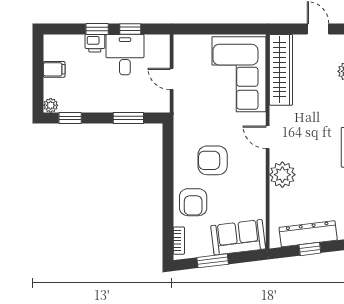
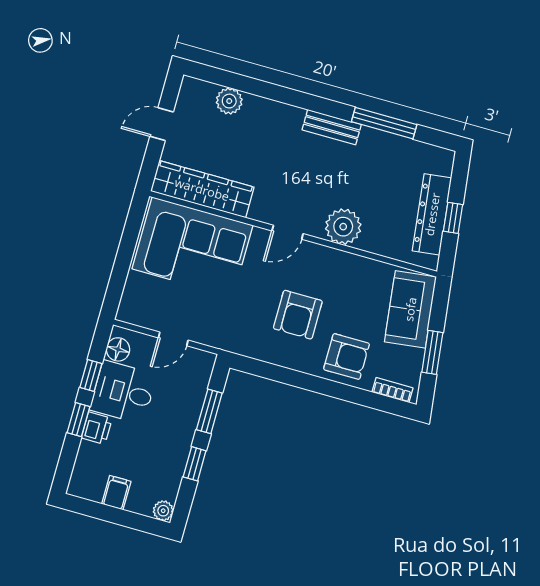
floor lamp: (154, 43) -> (118, 349), added
window: (70, 118) -> (195, 464), moved

